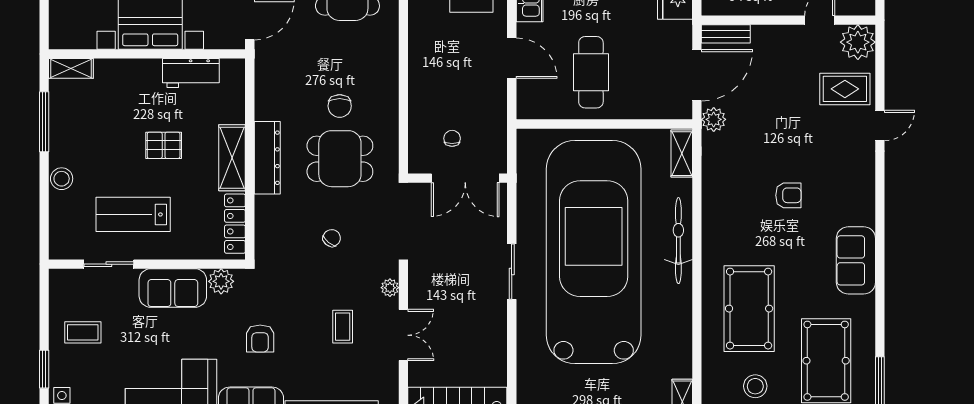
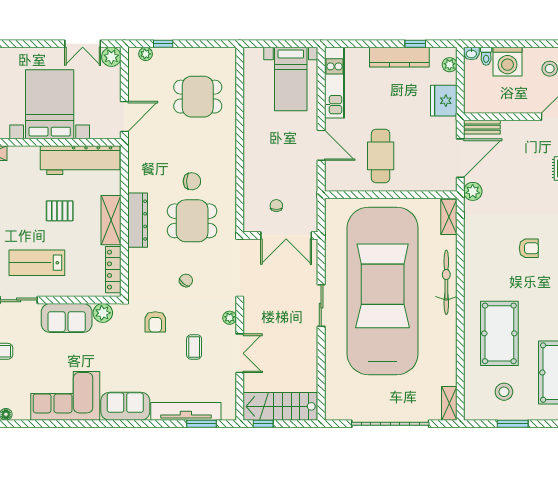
workbench: (191, 73) -> (80, 160), width x1.87, depth x1.32
chair: (340, 106) -> (192, 181), turned -89
armchair: (260, 338) -> (155, 322), moved

